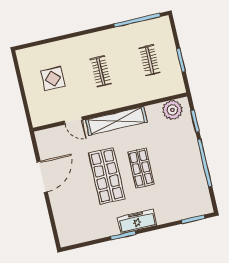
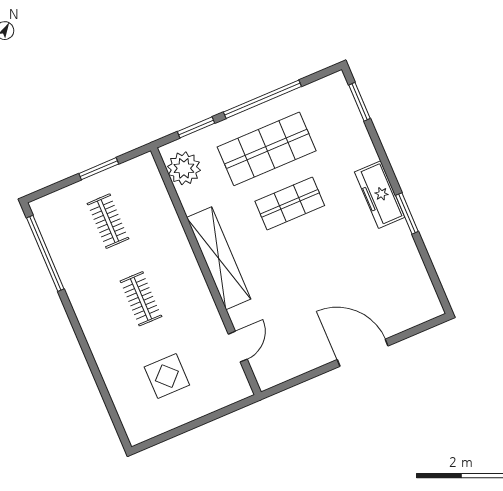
clothes rail: (149, 60) -> (108, 221), turned 90
clothes rail: (101, 71) -> (141, 299), turned 90
door: (73, 121) -> (238, 347), moved
shop shelf: (107, 176) -> (267, 149), moved
door: (42, 177) -> (363, 353), moved

